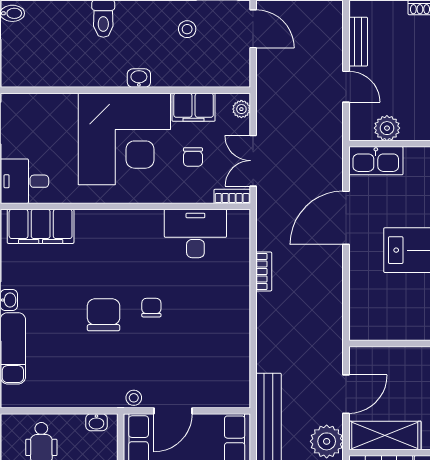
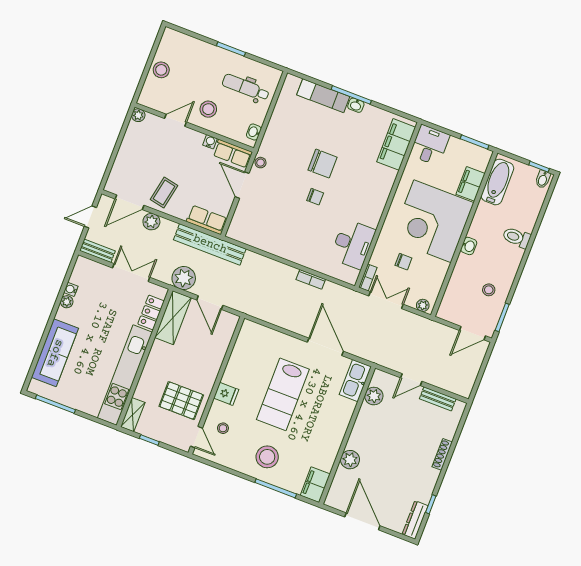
bathtub: (39, 72) -> (497, 182), added
filing cabinet: (194, 107) -> (471, 184), moved
chair: (193, 157) -> (403, 262), turned 180

